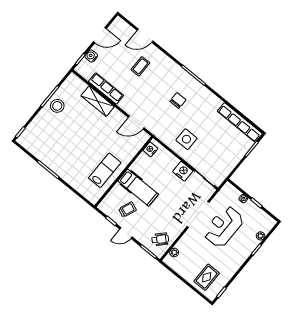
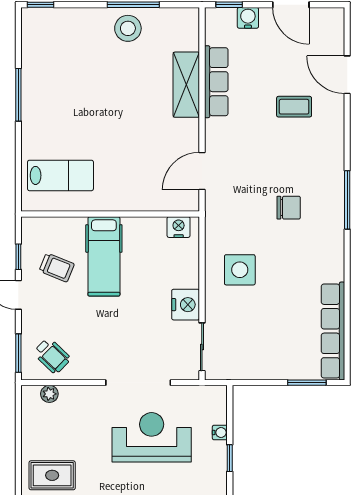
door: (136, 122) -> (202, 171), hinge flipped
lab bench: (105, 170) -> (60, 175), moved

